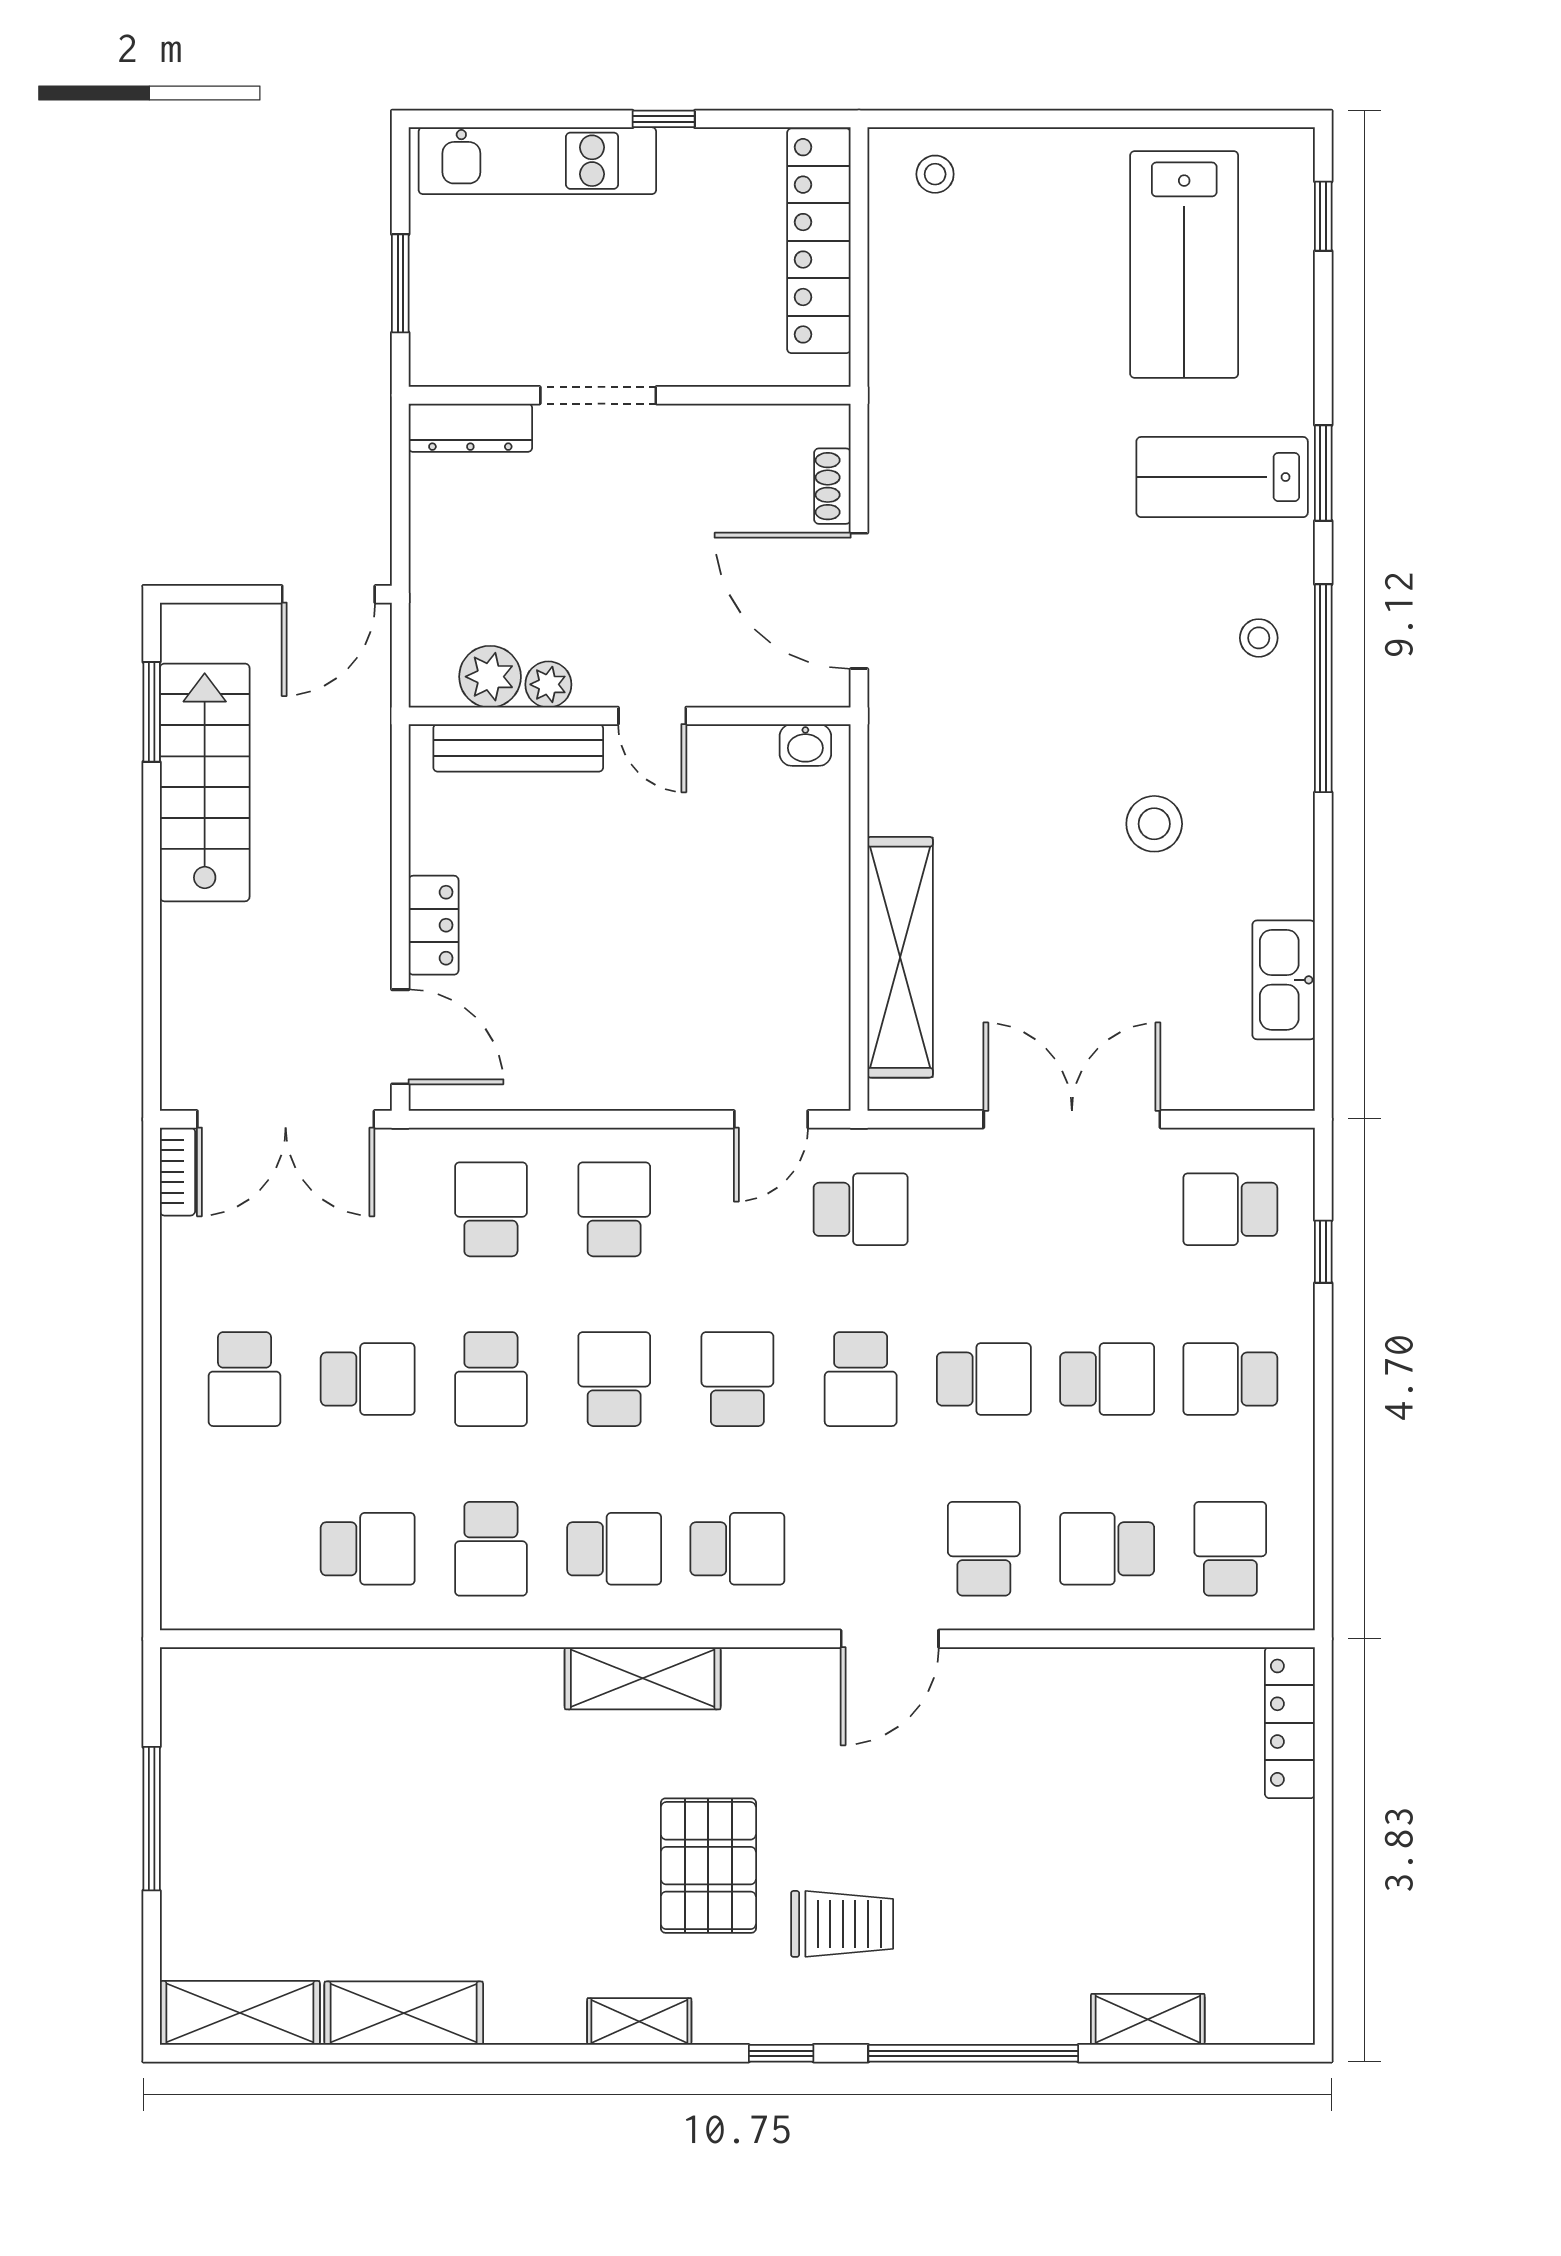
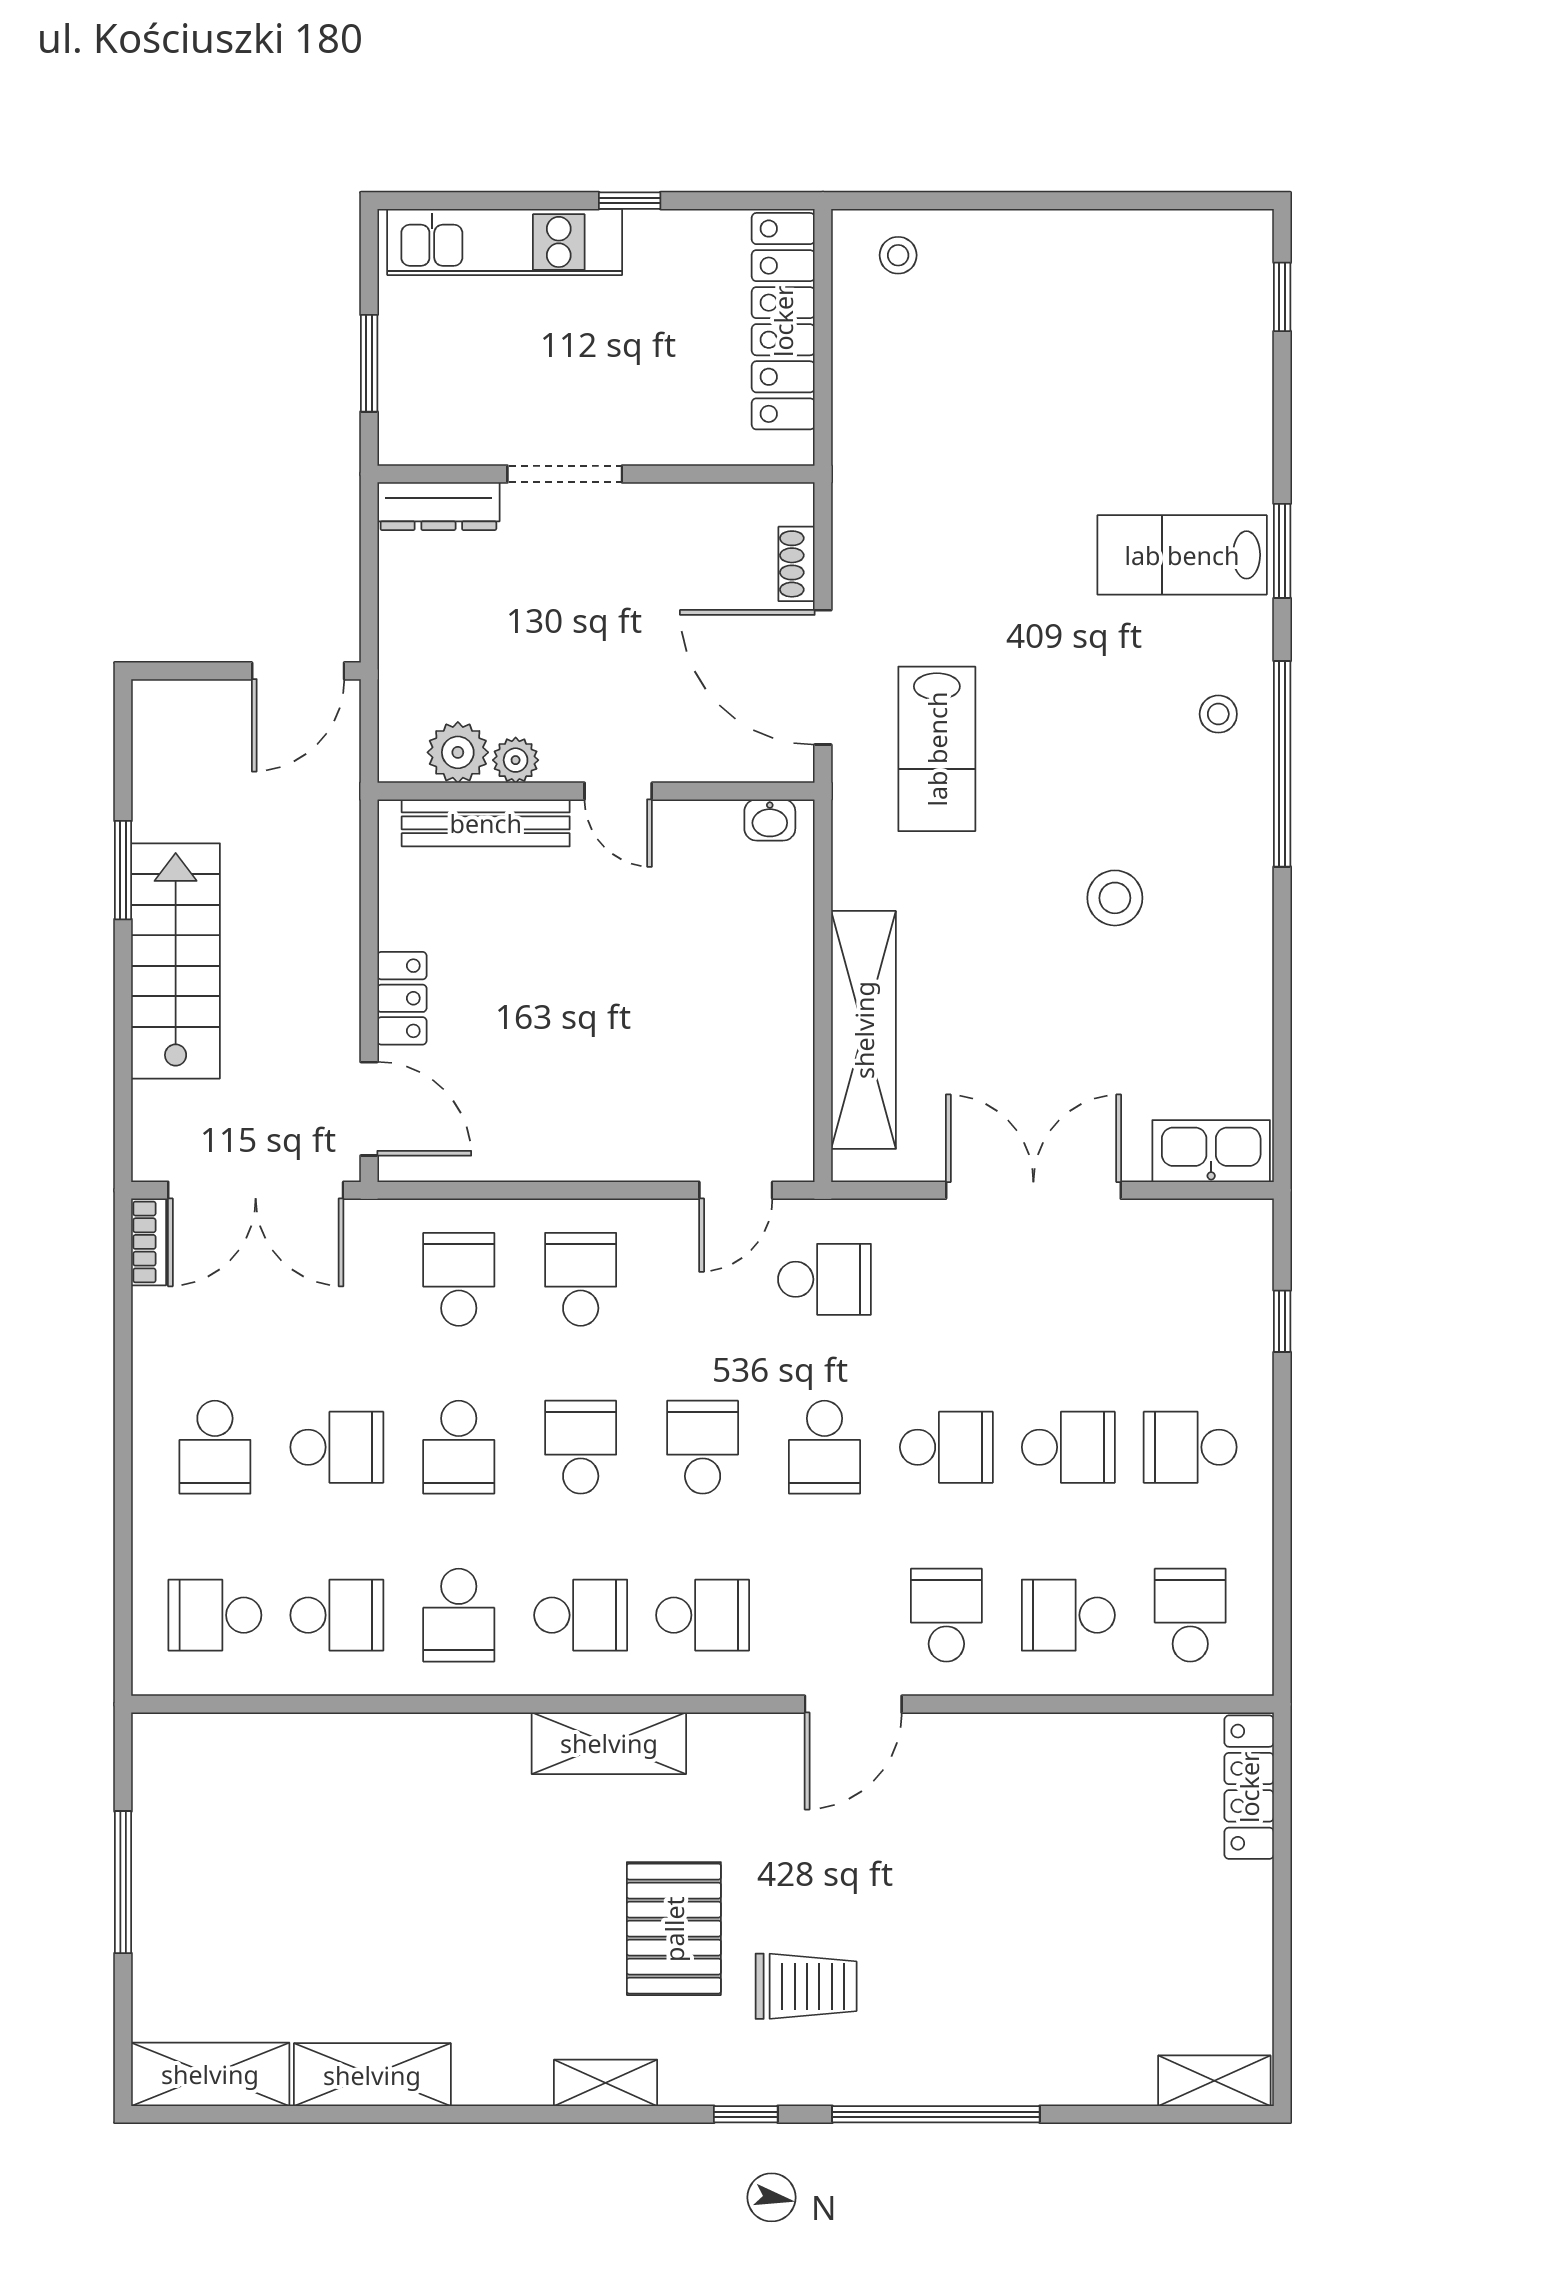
lab bench: (1184, 265) -> (937, 749), moved, width x0.73, depth x0.72
window: (152, 712) -> (123, 870), moved
stairs: (205, 782) -> (176, 961), moved
kitchen sink: (1284, 980) -> (1211, 1151), moved, turned 90
school desk: (1230, 1209) -> (215, 1615), moved
shelving: (1148, 2019) -> (1214, 2081), moved

